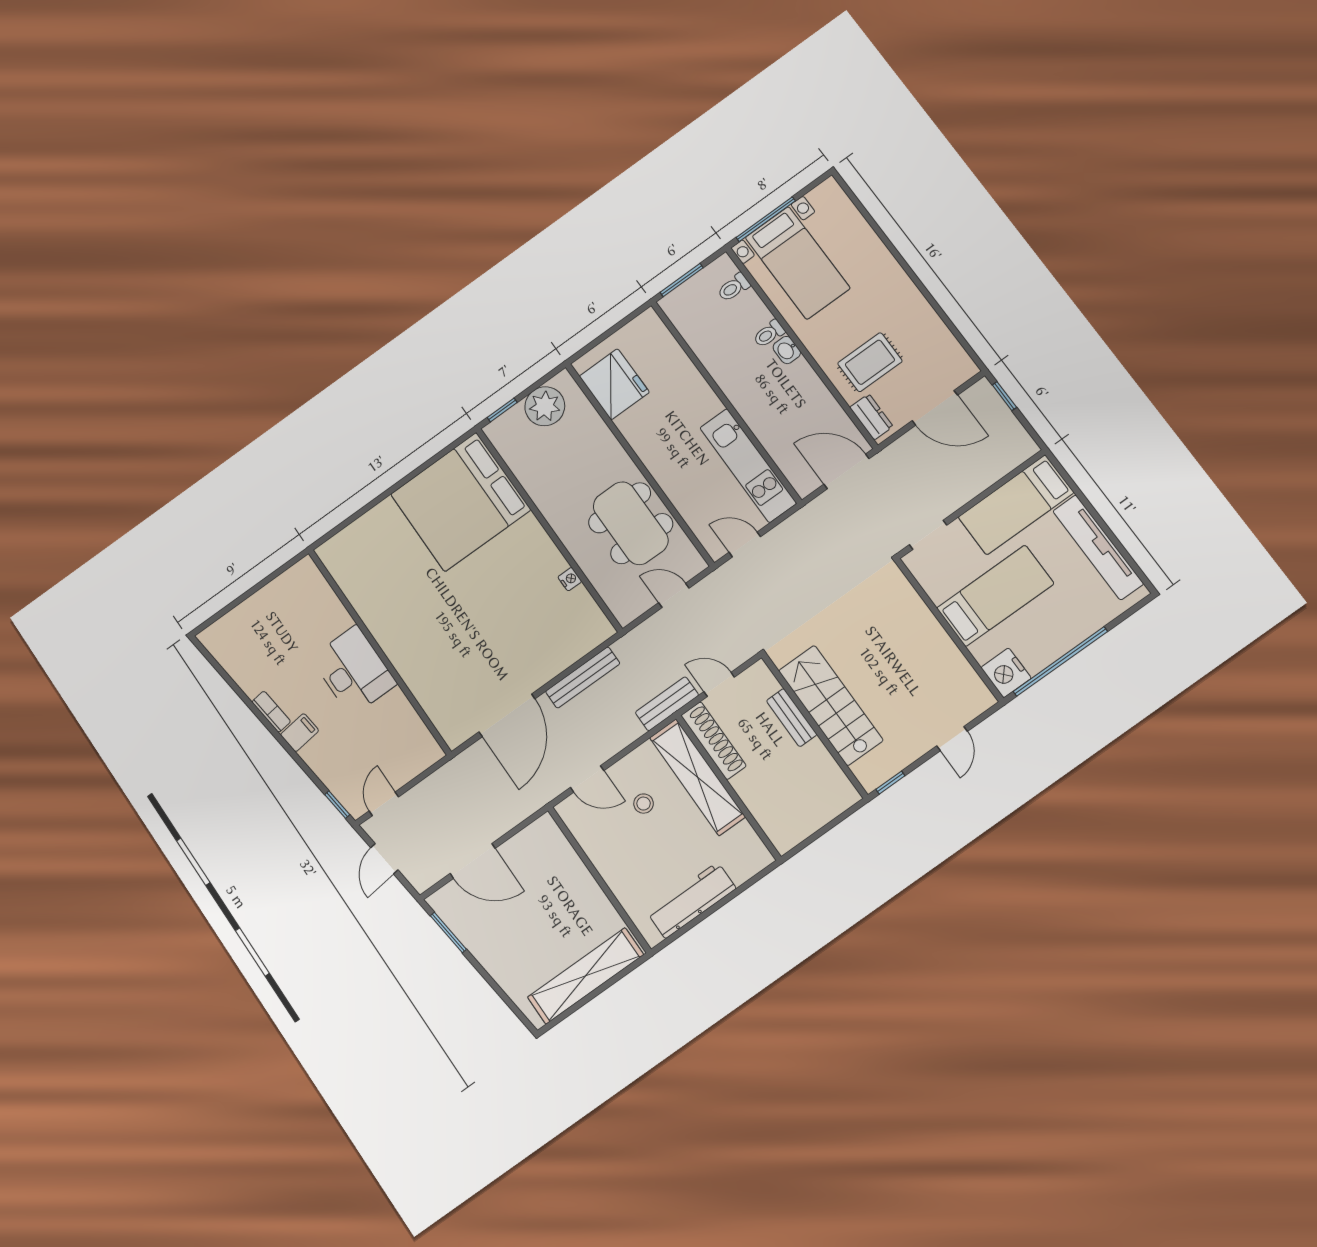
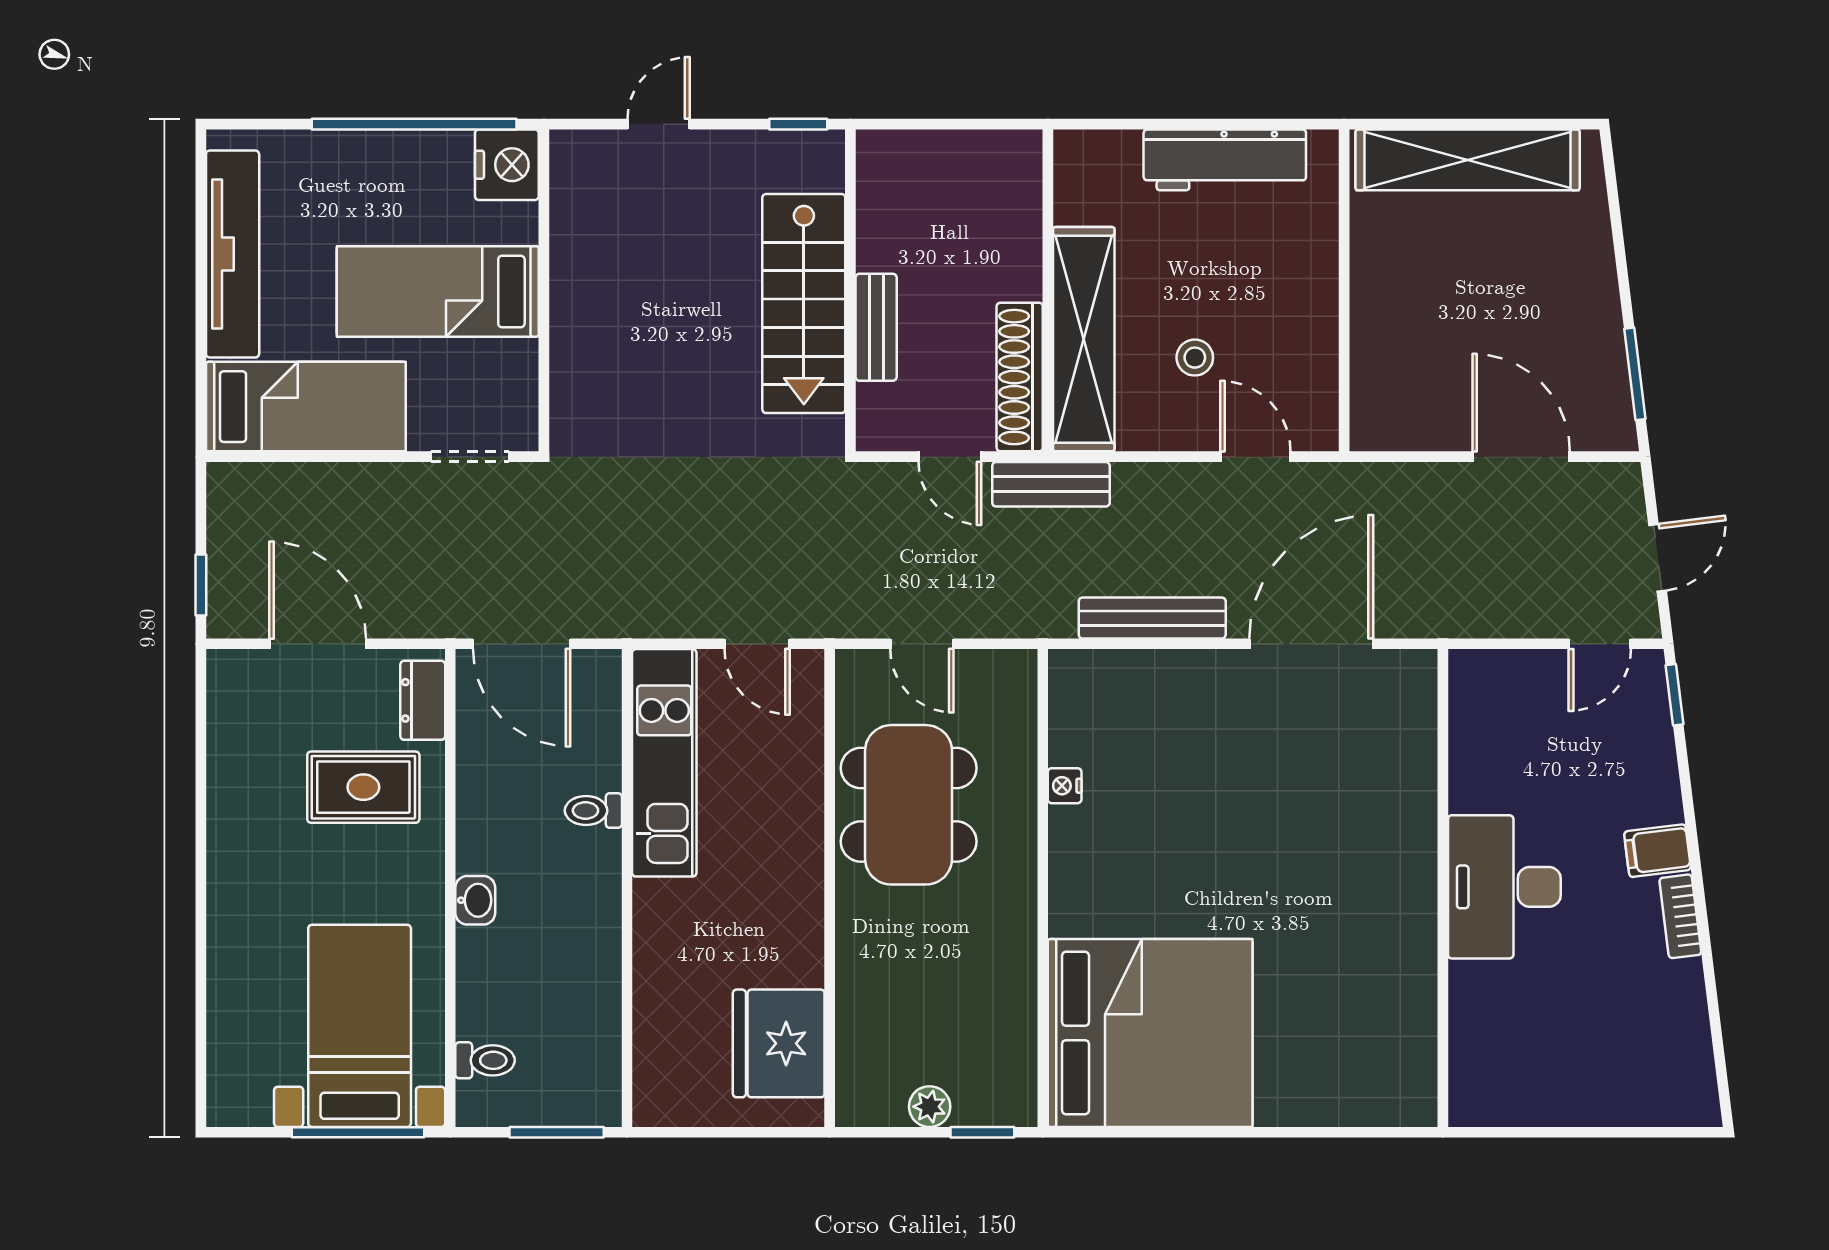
toilet: (769, 334) -> (593, 811), moved, turned 180
plant: (545, 406) -> (930, 1107), width x0.53, depth x0.53

